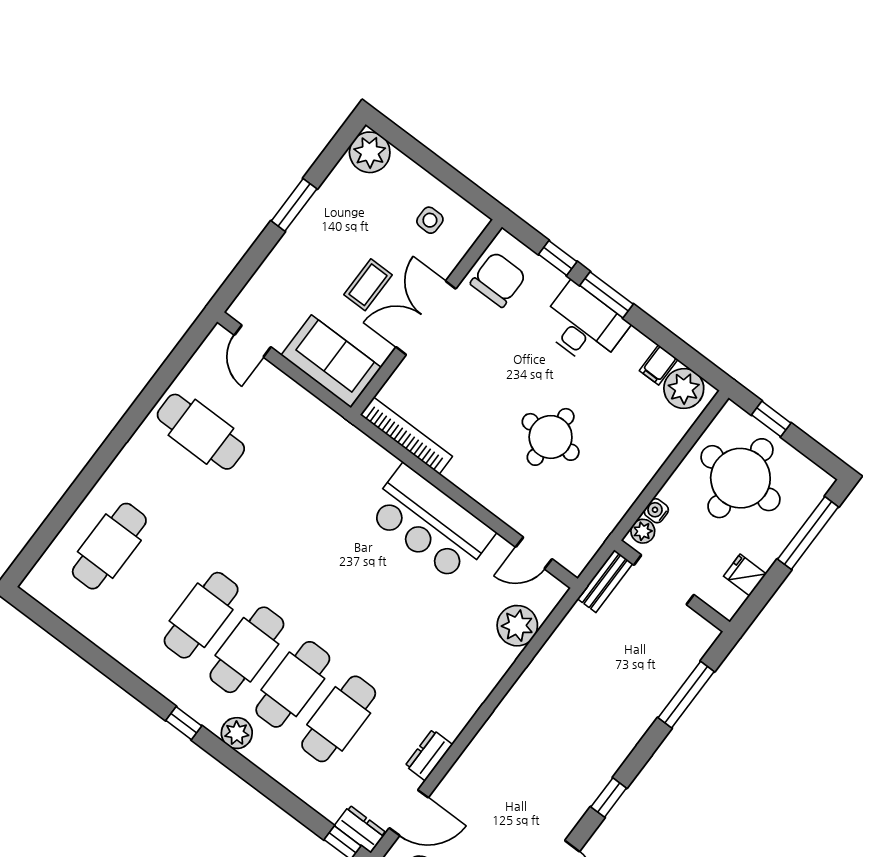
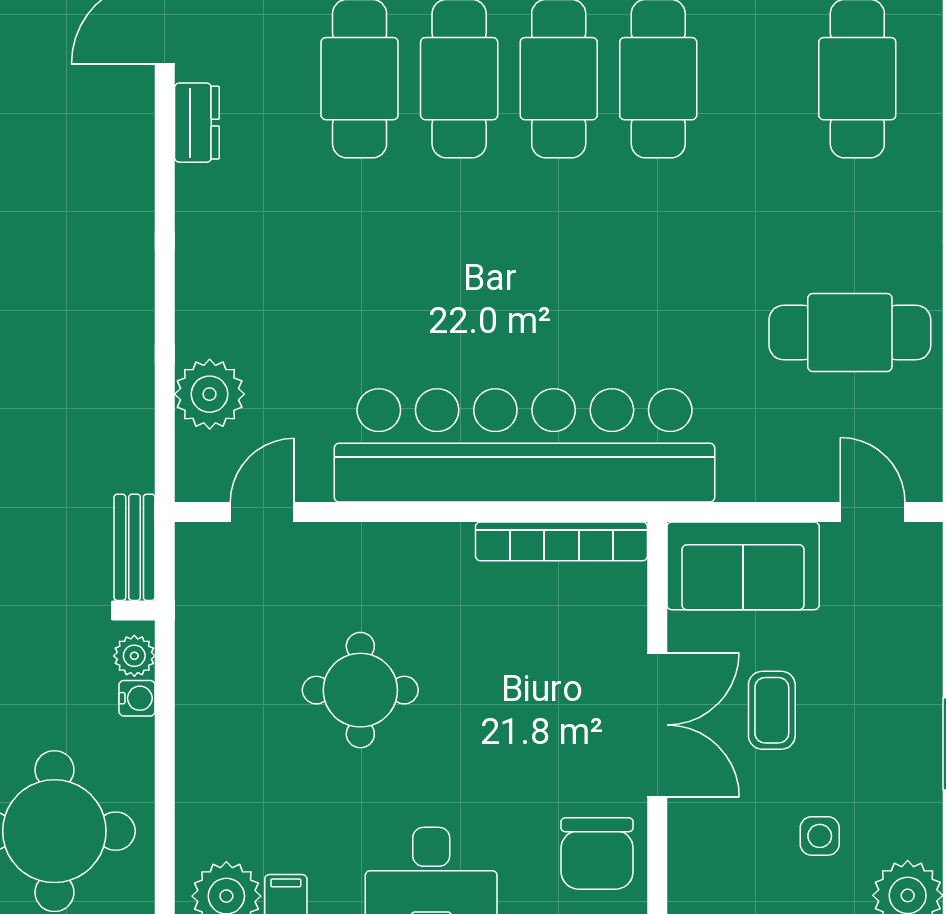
side table: (430, 220) -> (820, 836), moved
bar counter: (430, 523) -> (525, 445), width x1.86

